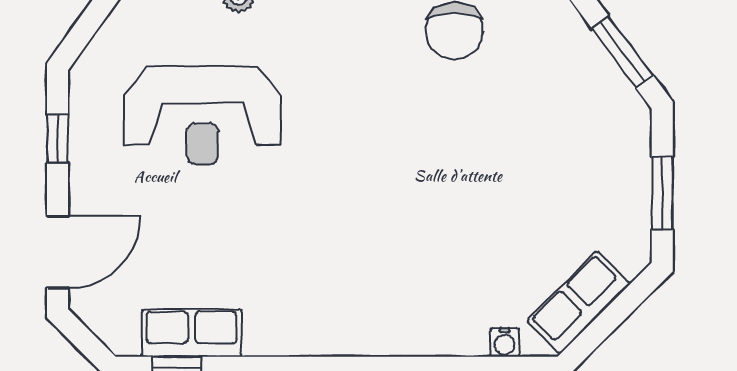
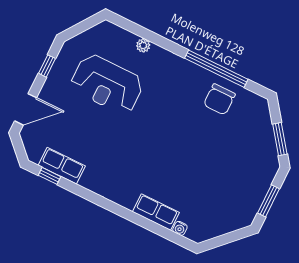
row of seats: (579, 302) -> (156, 212), moved, turned 45

